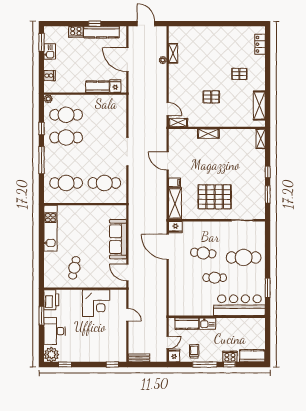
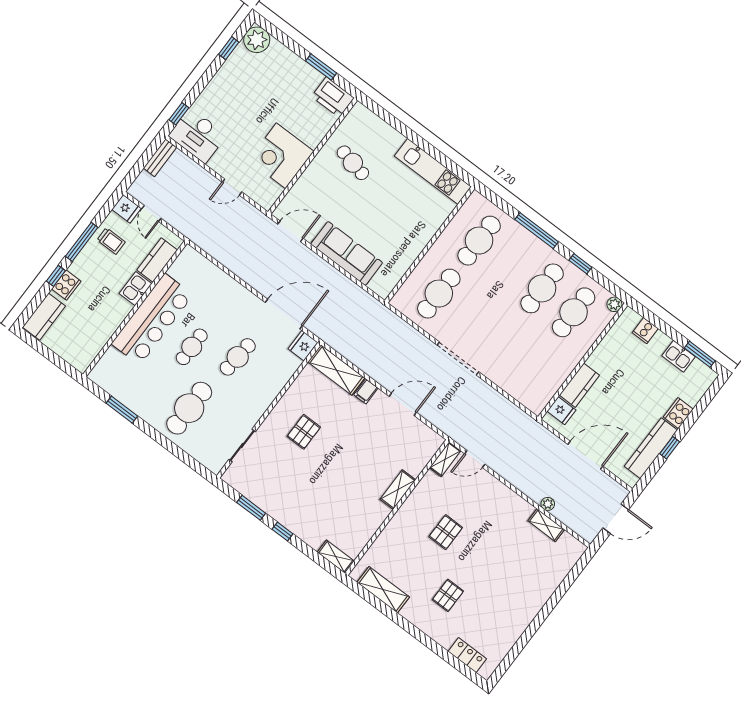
pallet: (215, 197) -> (304, 432), width x0.49, depth x0.50
bar counter: (239, 305) -> (152, 319), moved
desk: (55, 331) -> (198, 135), moved, turned 180

